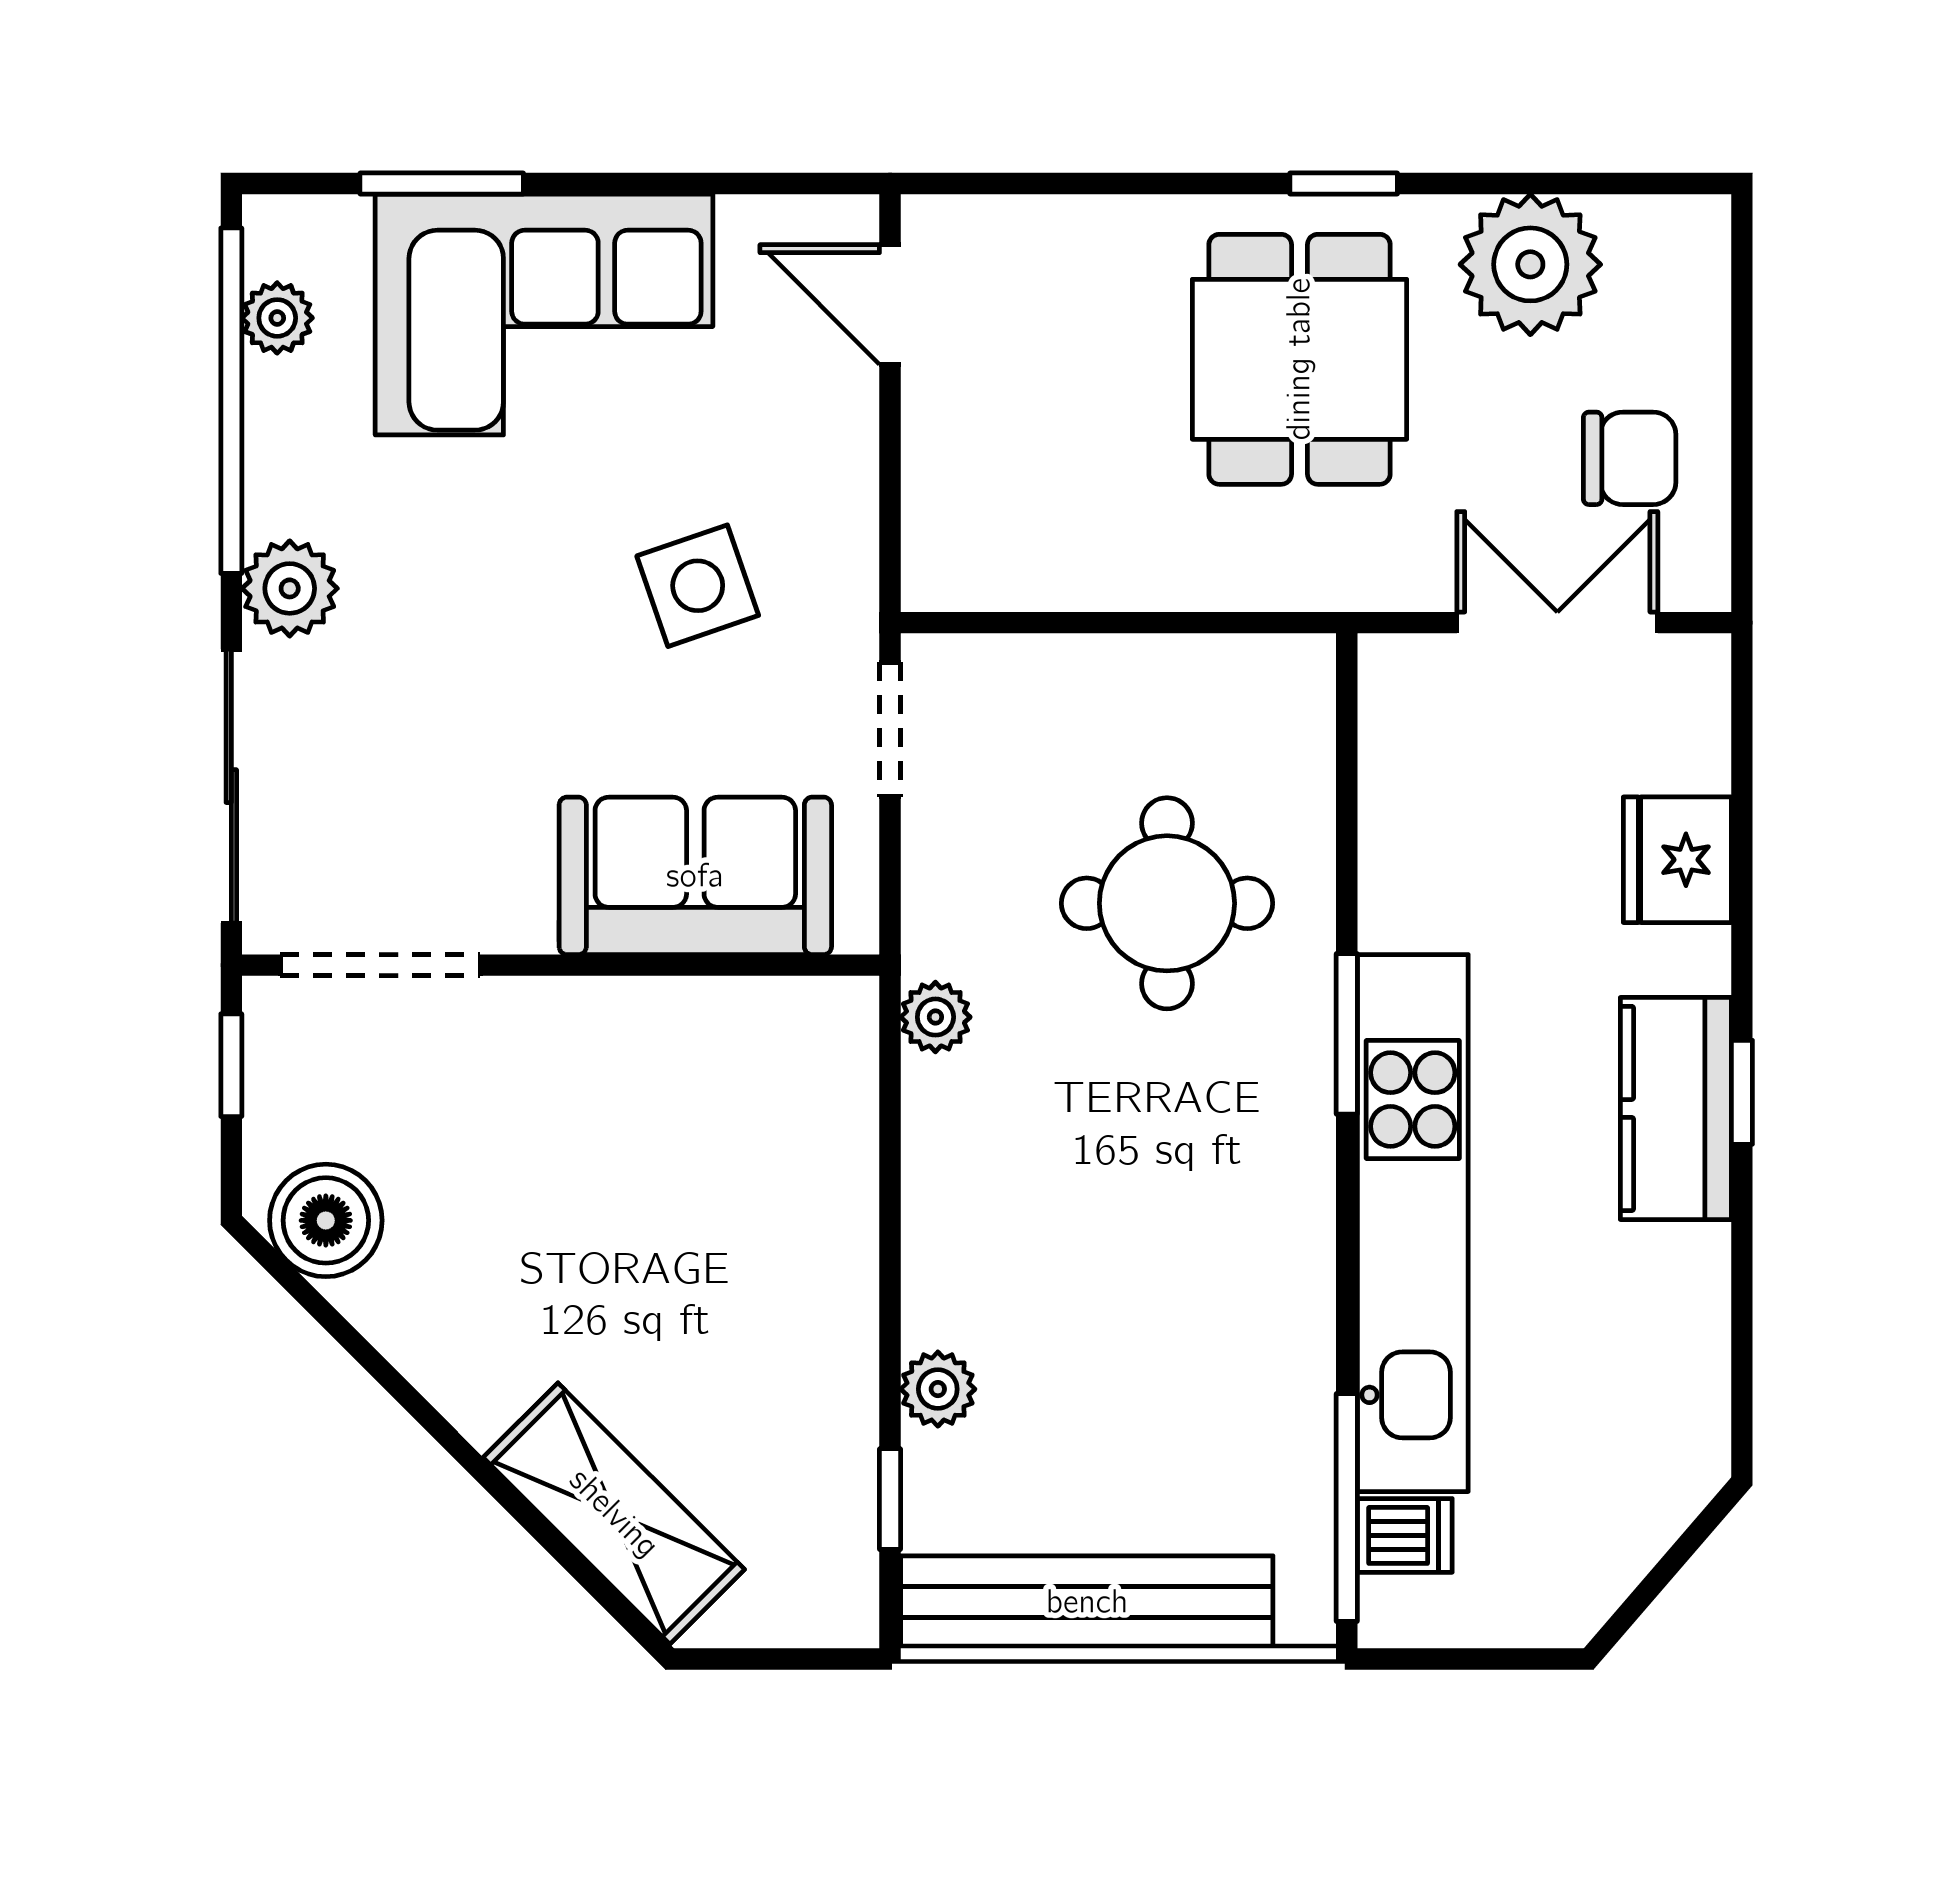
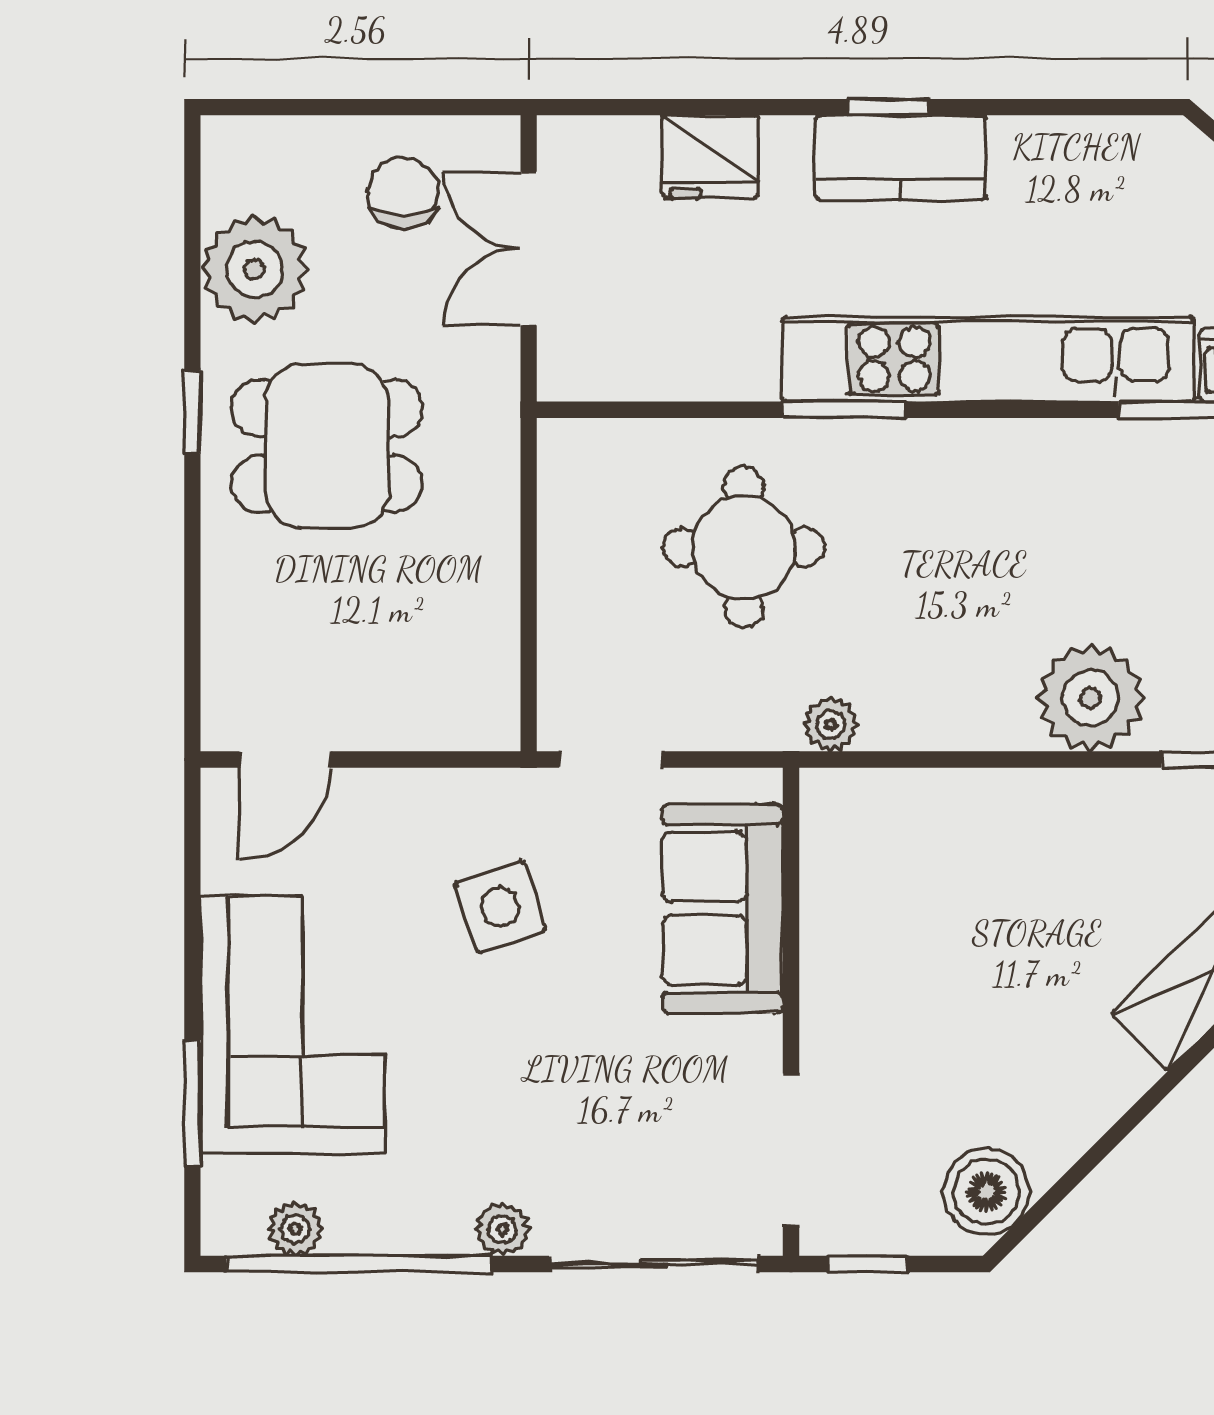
plant: (290, 588) -> (502, 1229), width x0.73, depth x0.73
plant: (938, 1389) -> (1091, 698), width x1.88, depth x1.88

